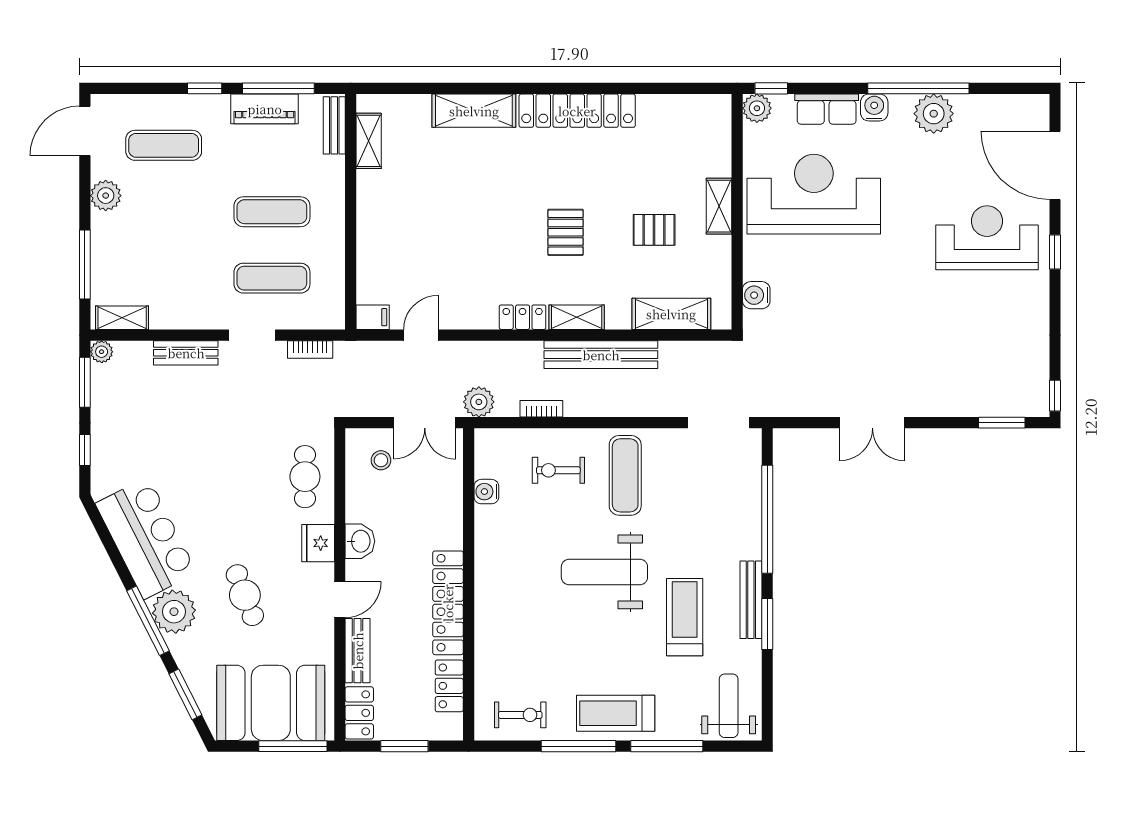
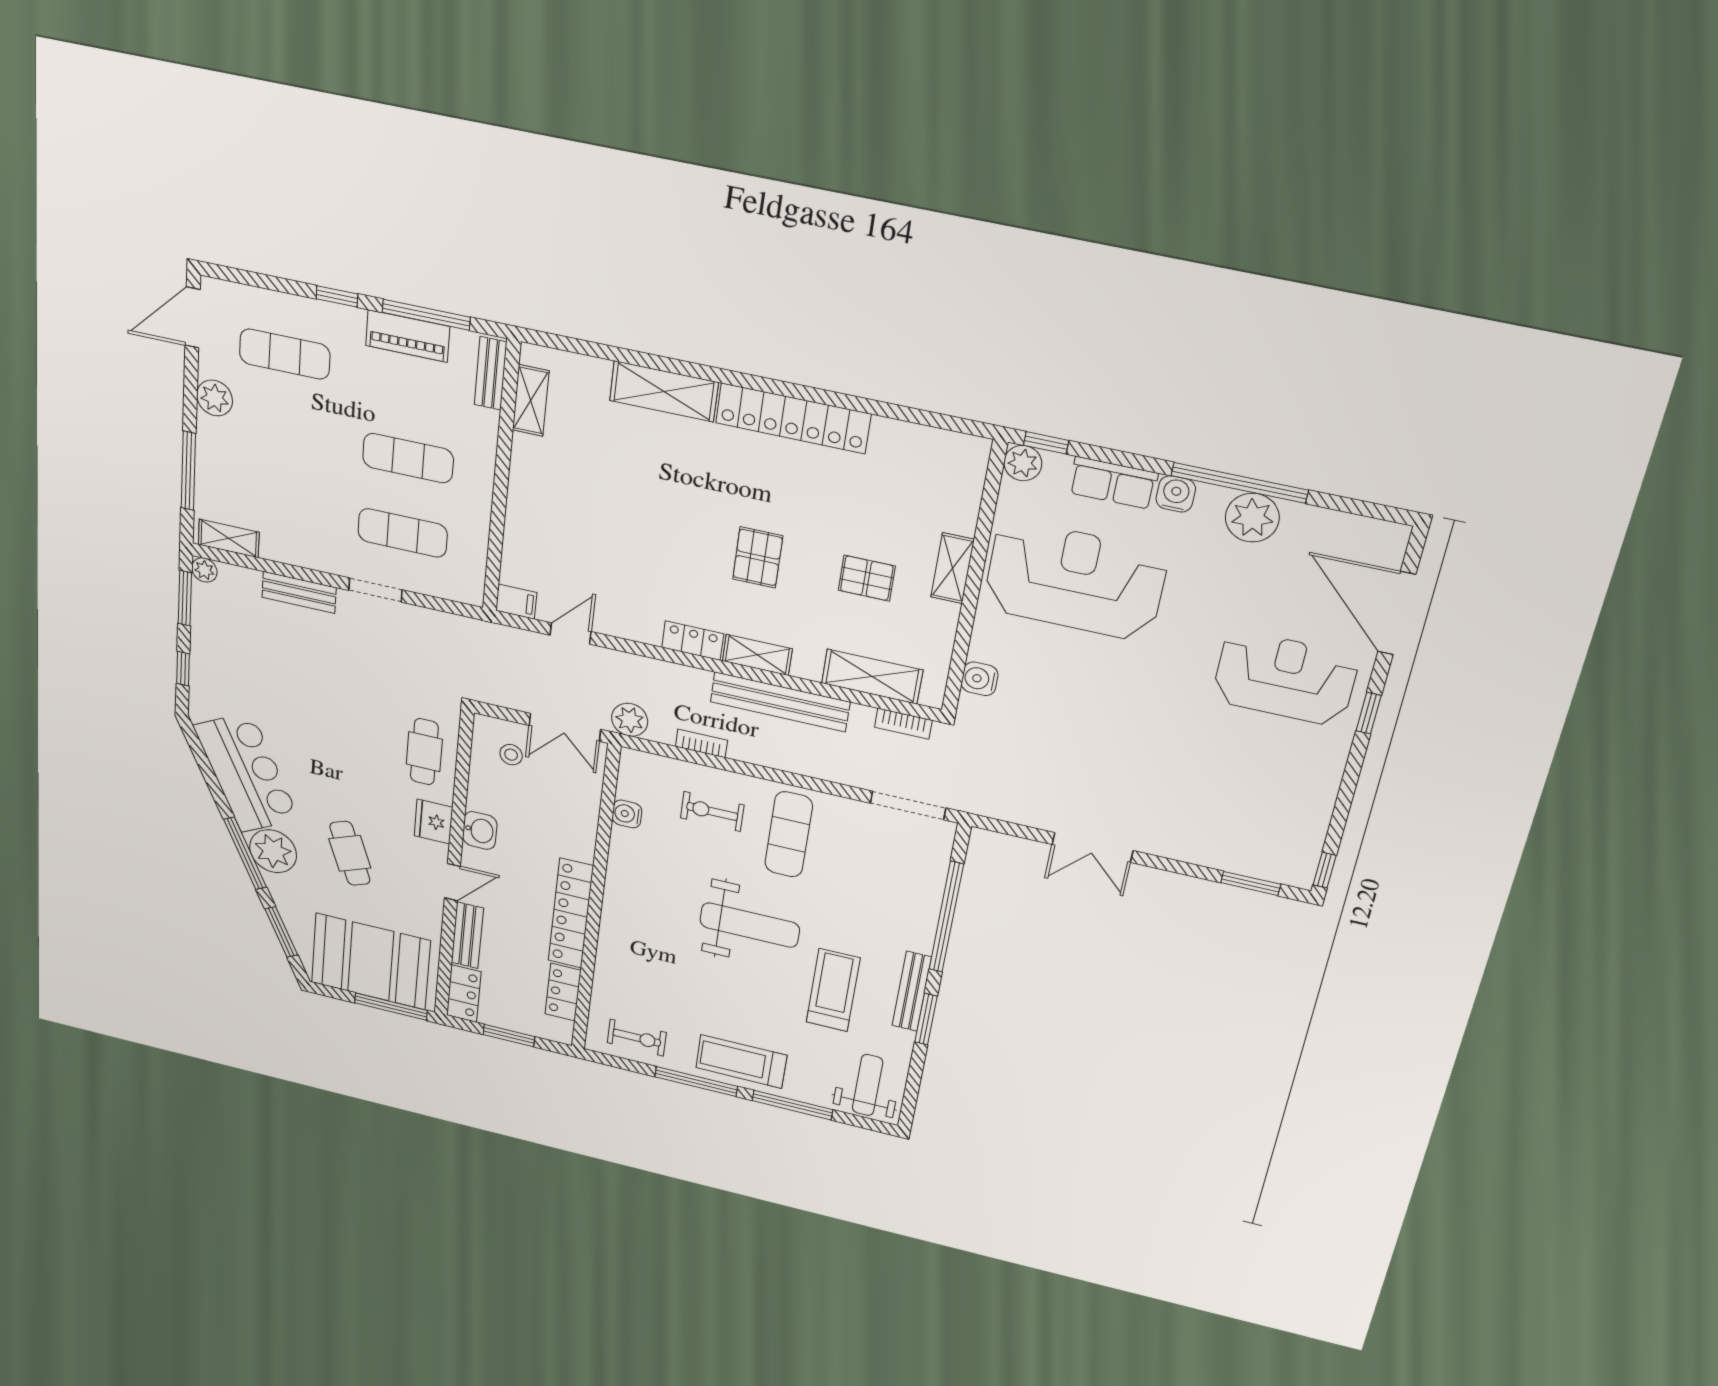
bookcase: (310, 349) -> (903, 724), moved
weight bench: (604, 572) -> (750, 925), turned 180

